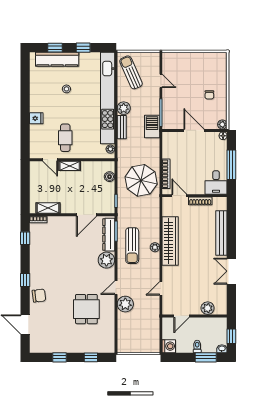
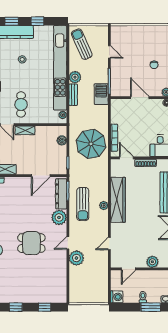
dining table: (86, 309) -> (31, 243), moved, turned 90

